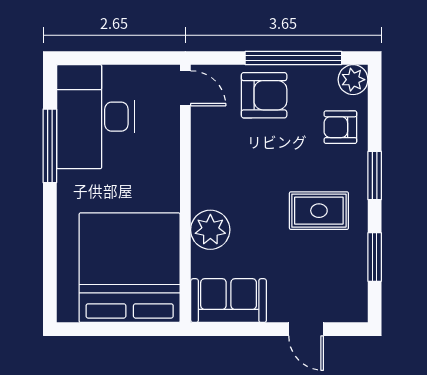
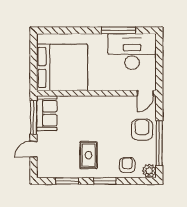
armchair: (264, 95) -> (142, 130), turned 180
plant: (210, 230) -> (80, 105), removed
window: (238, 329) -> (34, 117), added

